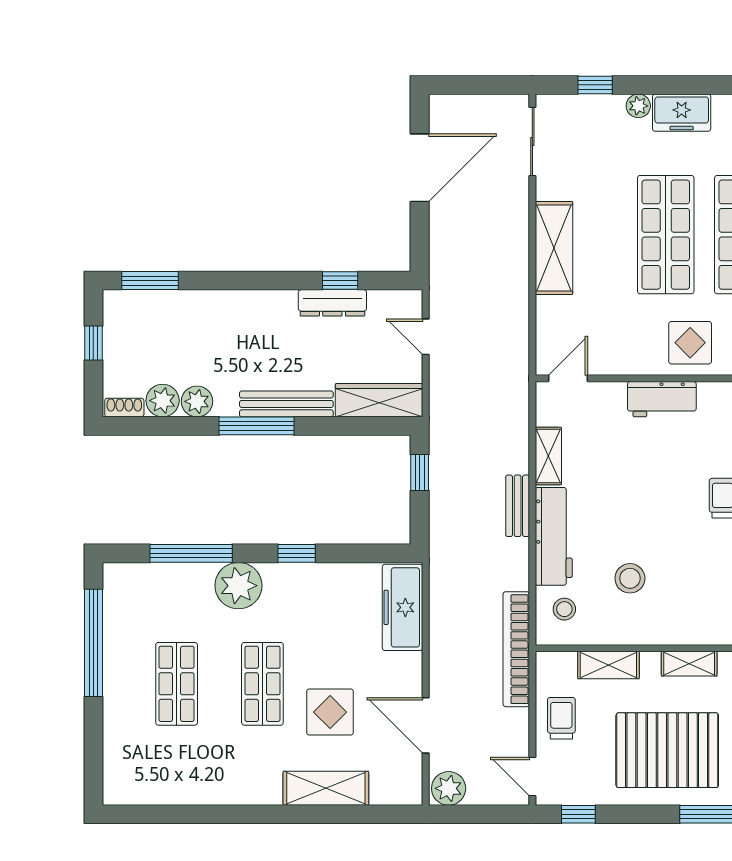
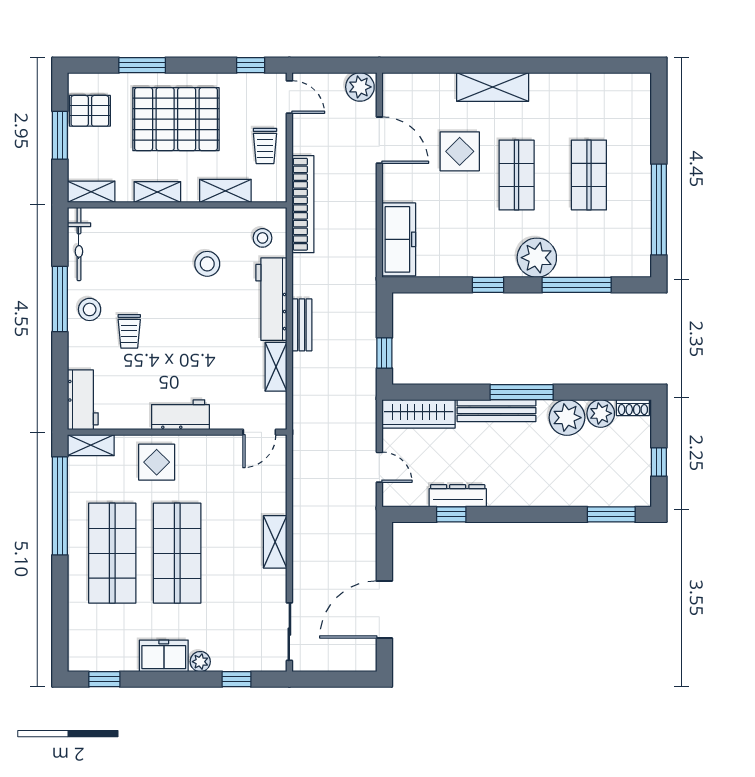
shelving: (554, 248) -> (275, 542), width x0.67, depth x0.75
plant: (197, 401) -> (567, 418), width x1.36, depth x1.36
shelving: (326, 788) -> (493, 87), moved

